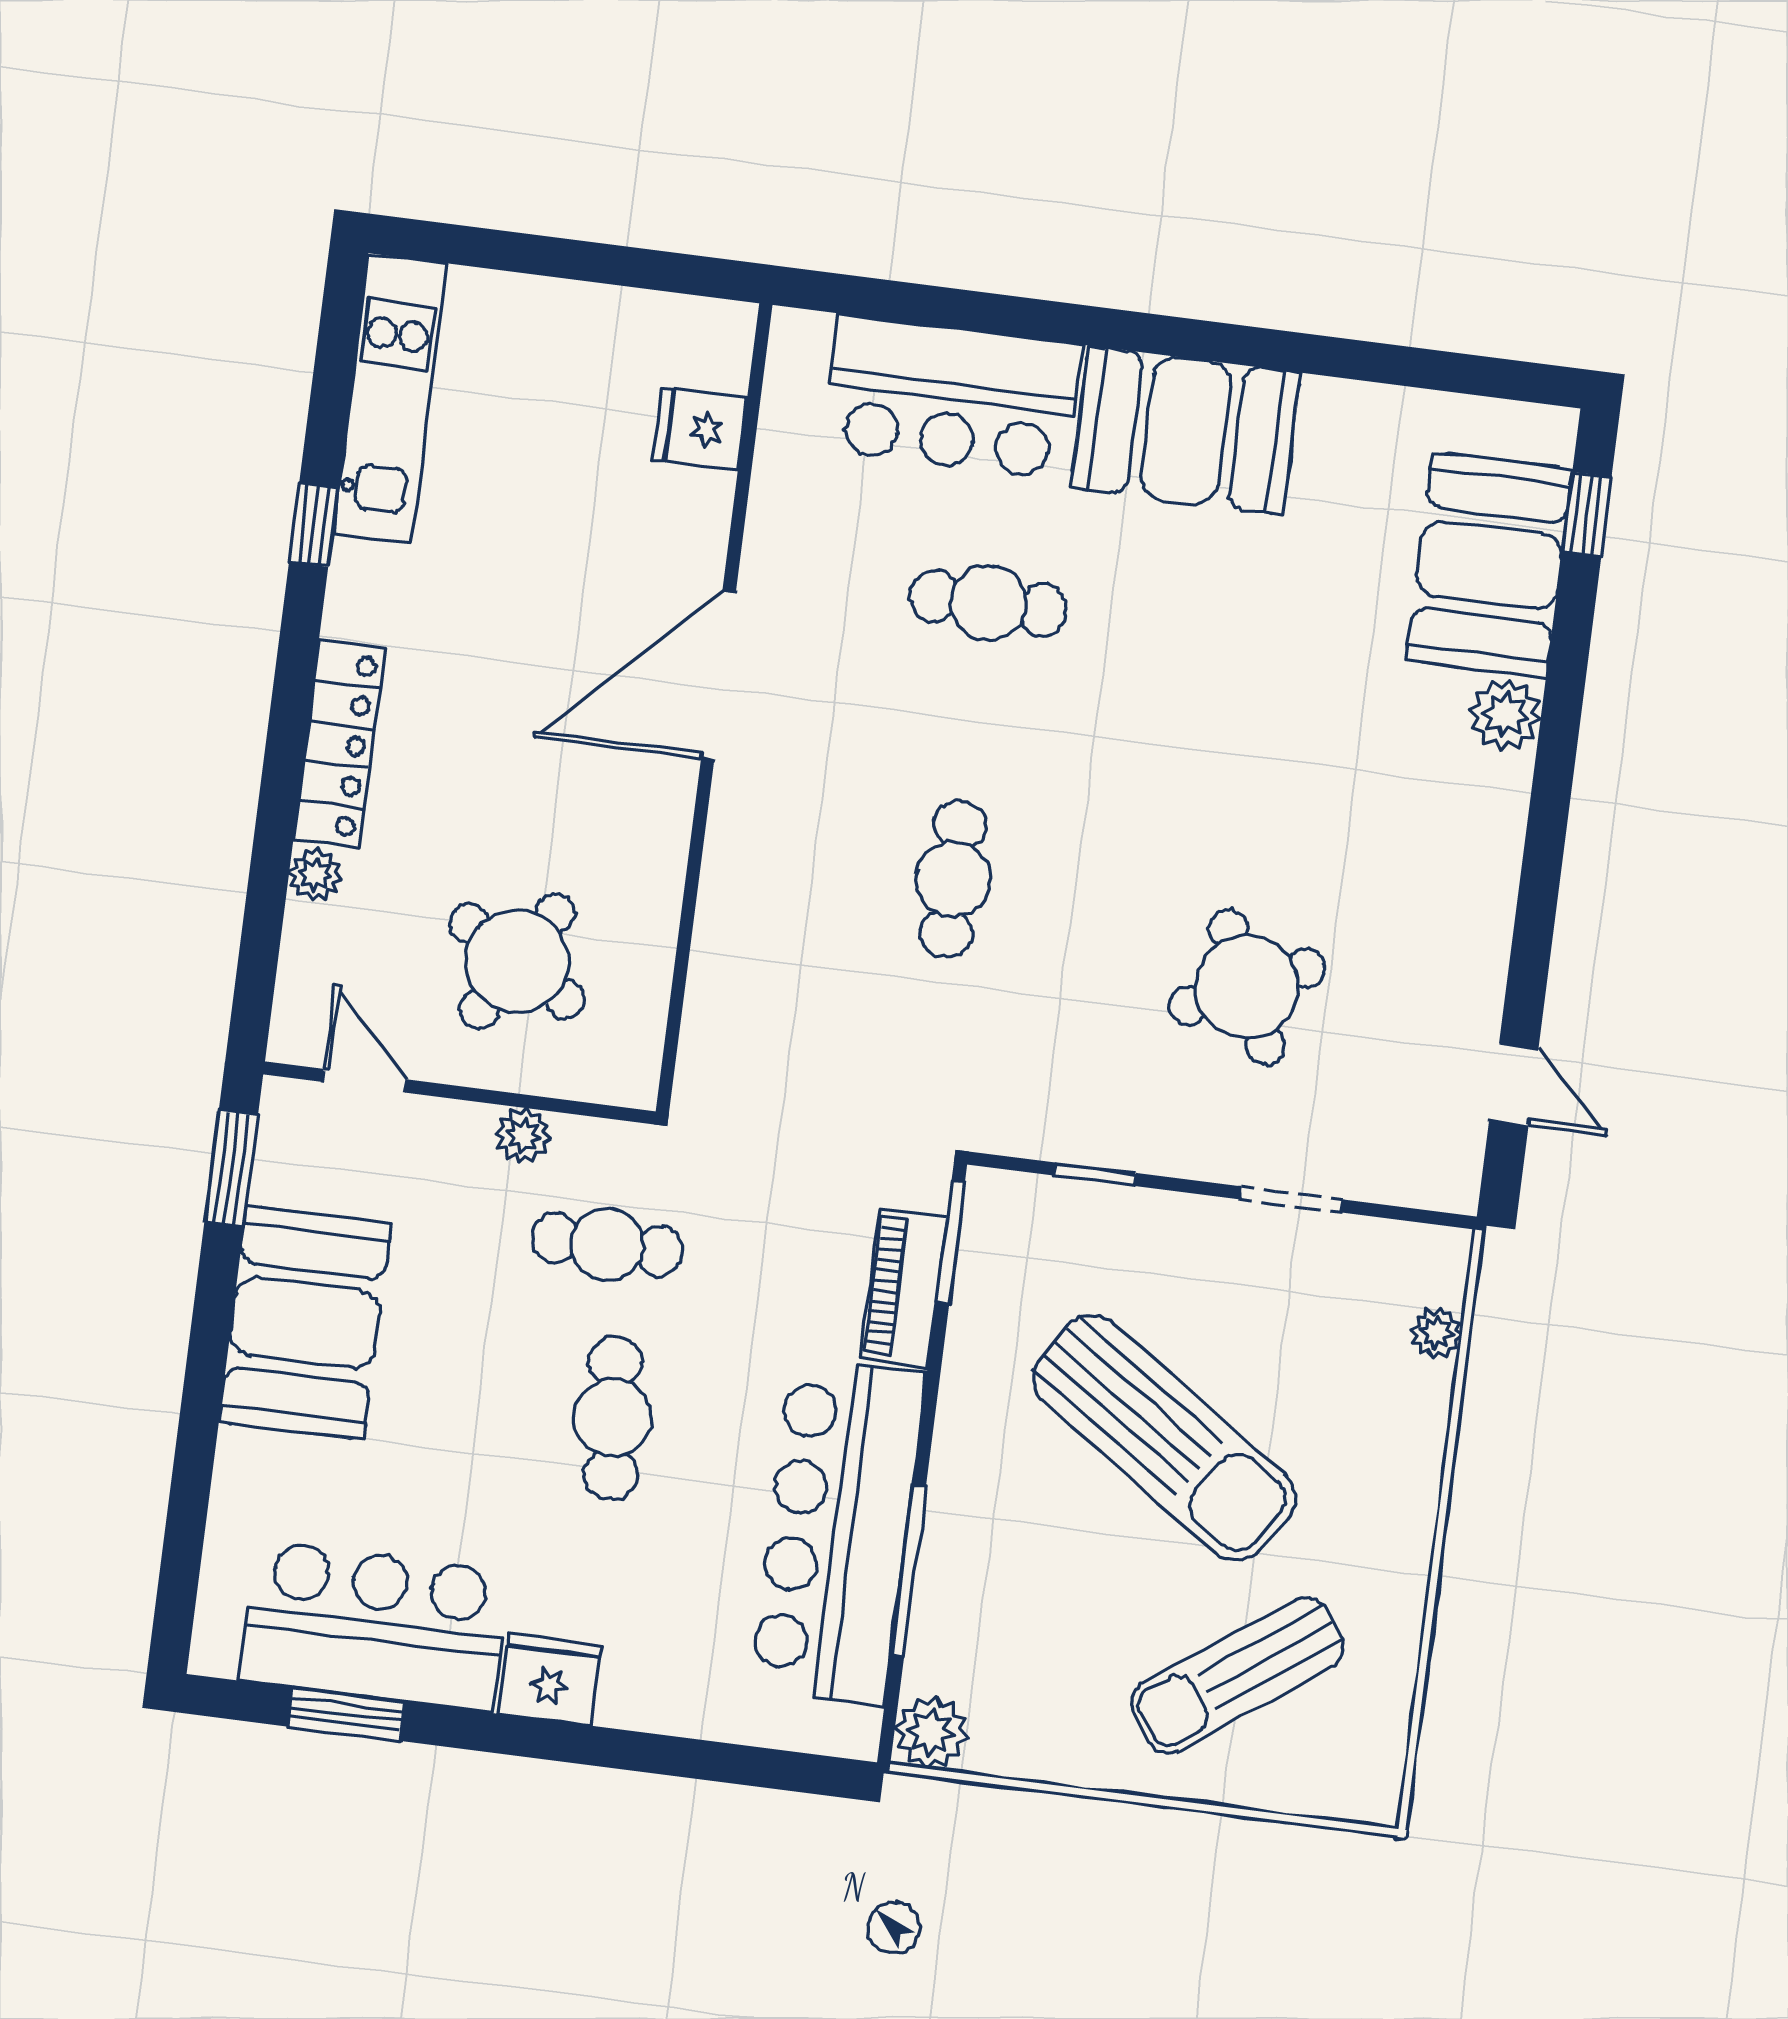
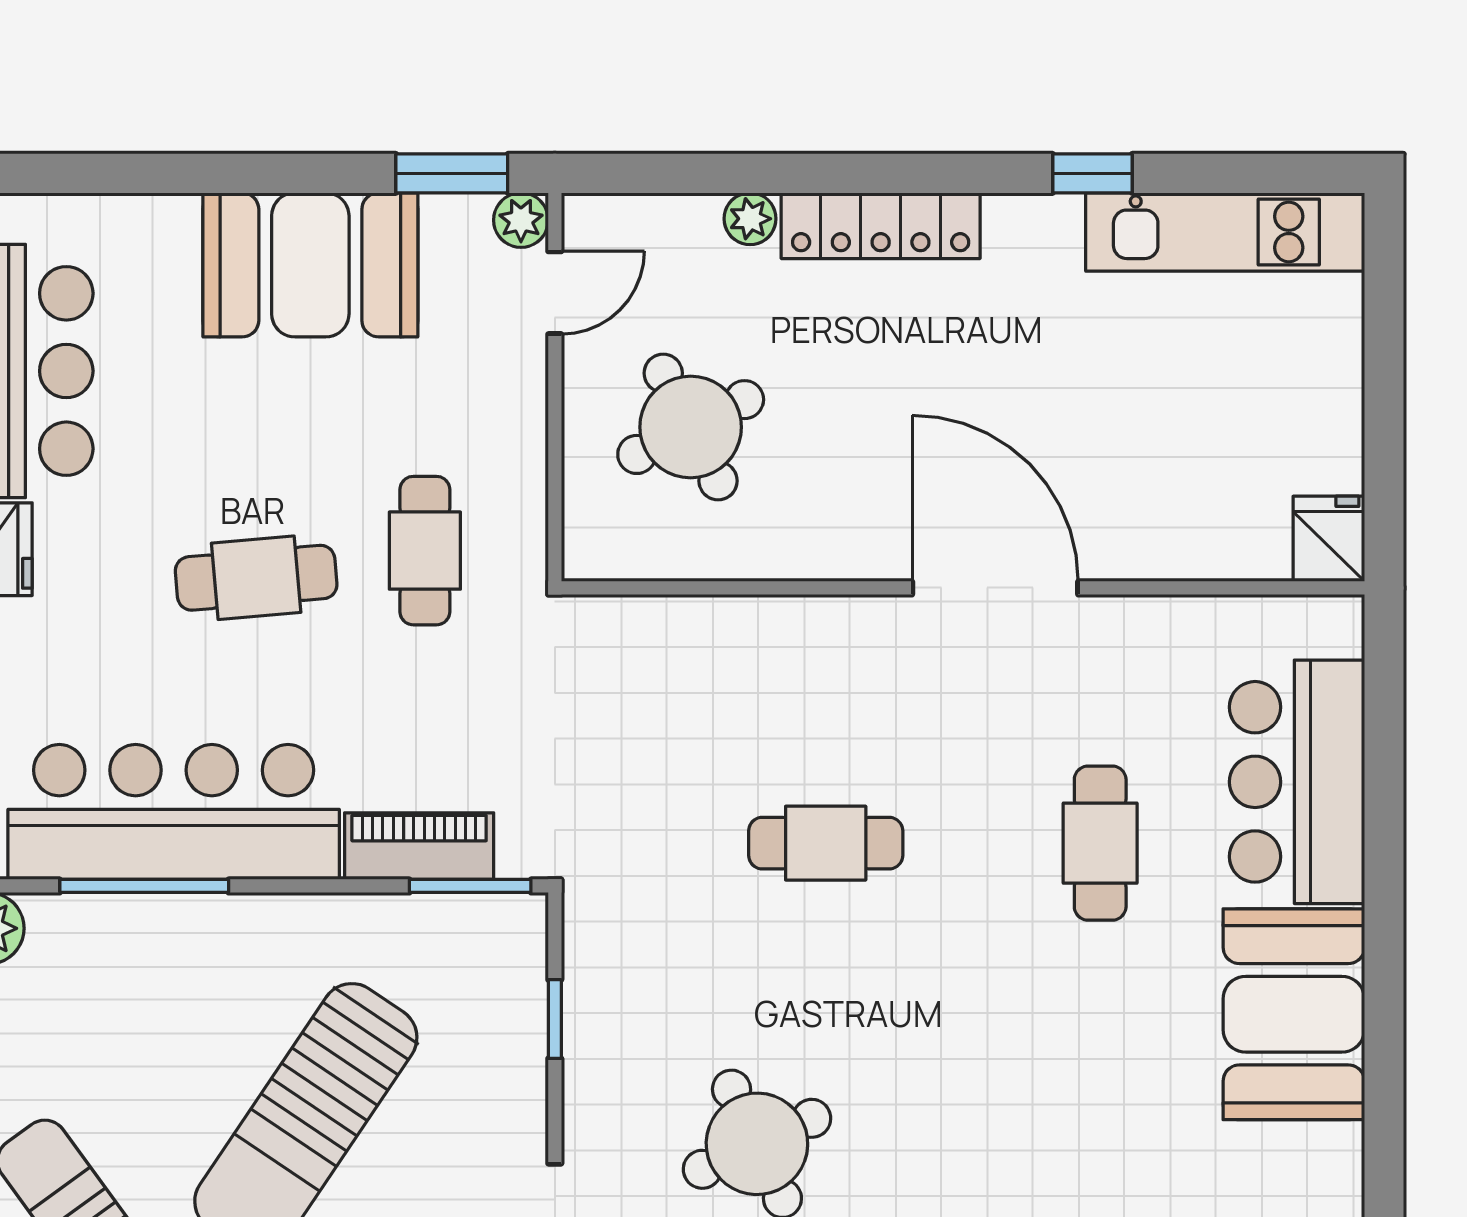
fridge: (700, 429) -> (1329, 539), moved
round table: (517, 961) -> (691, 427), turned 32
plant: (523, 1136) -> (521, 220), moved

